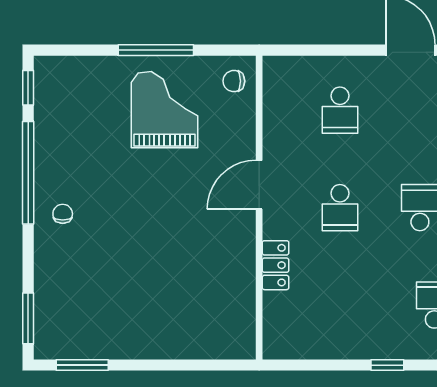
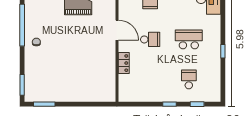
door: (259, 185) -> (117, 30), swing flipped
school desk: (340, 208) -> (150, 39), turned -90

